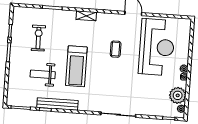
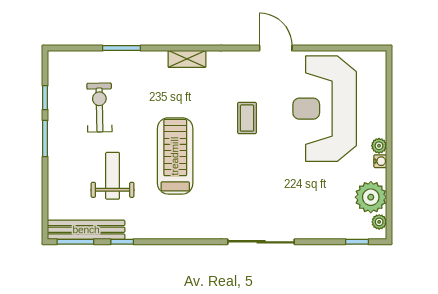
reception desk: (157, 47) -> (325, 109), turned 180
treadmill: (76, 66) -> (175, 156), turned 180
weight bench: (43, 74) -> (113, 176), turned 90
bench: (57, 104) -> (86, 230), moved

